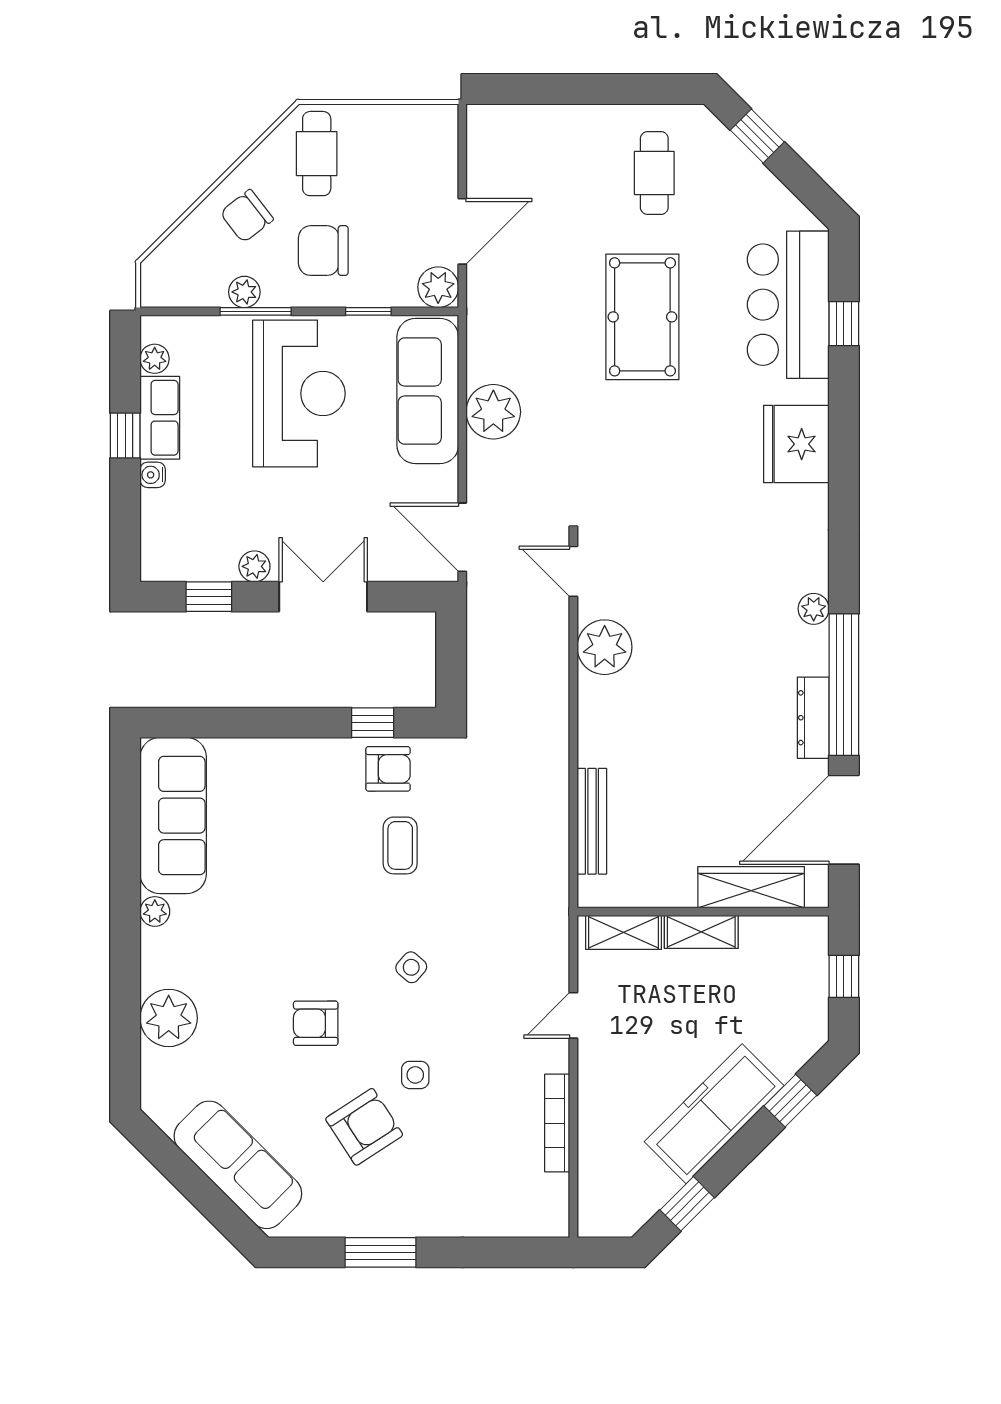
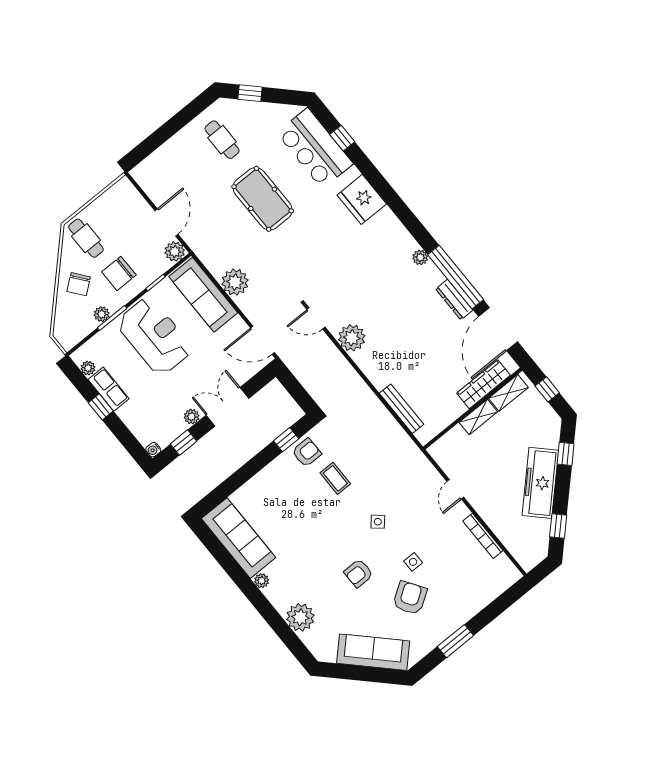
water cooler: (153, 475) -> (153, 450), moved
shelving: (624, 932) -> (508, 393), moved

